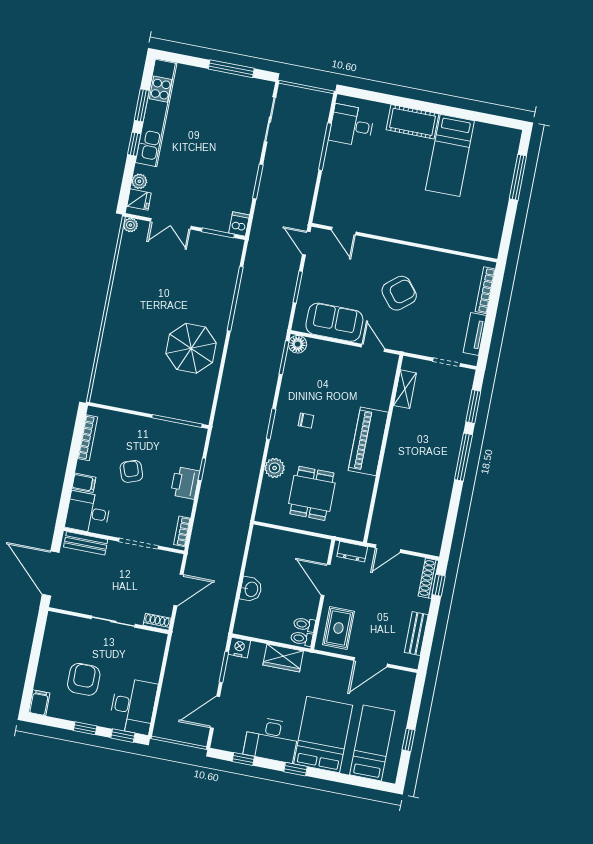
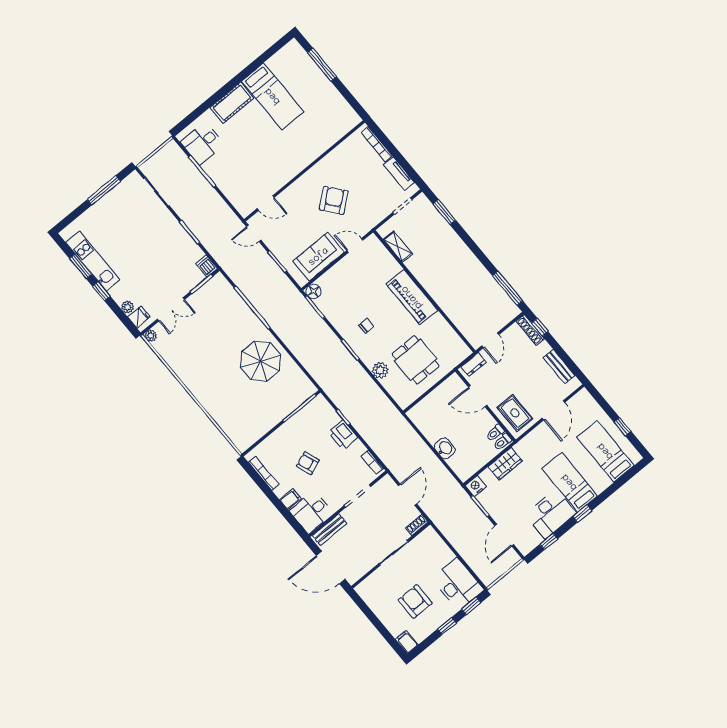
kitchen unit: (156, 113) -> (93, 261), width x0.73
window: (463, 457) -> (507, 288), moved
bed: (323, 735) -> (570, 482), width x0.67

